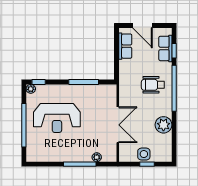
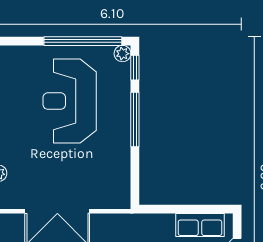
window: (84, 82) -> (135, 119), moved
window: (24, 125) -> (83, 41), moved

